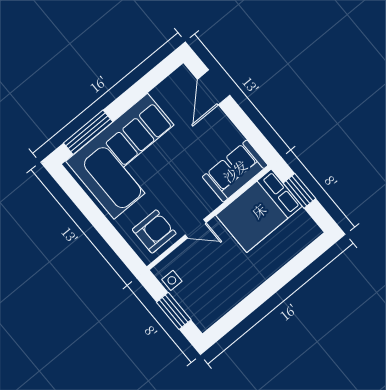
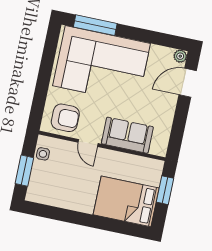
plant: (182, 74) -> (180, 56), added
sofa: (235, 171) -> (127, 135), moved
bed: (259, 211) -> (126, 201), moved

